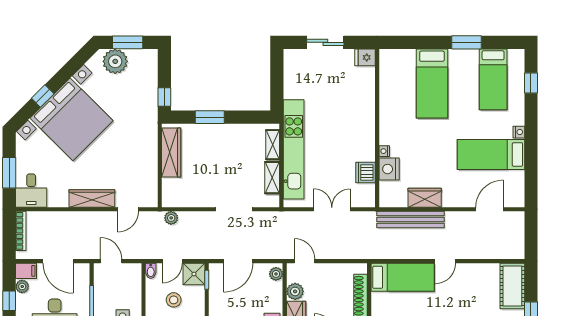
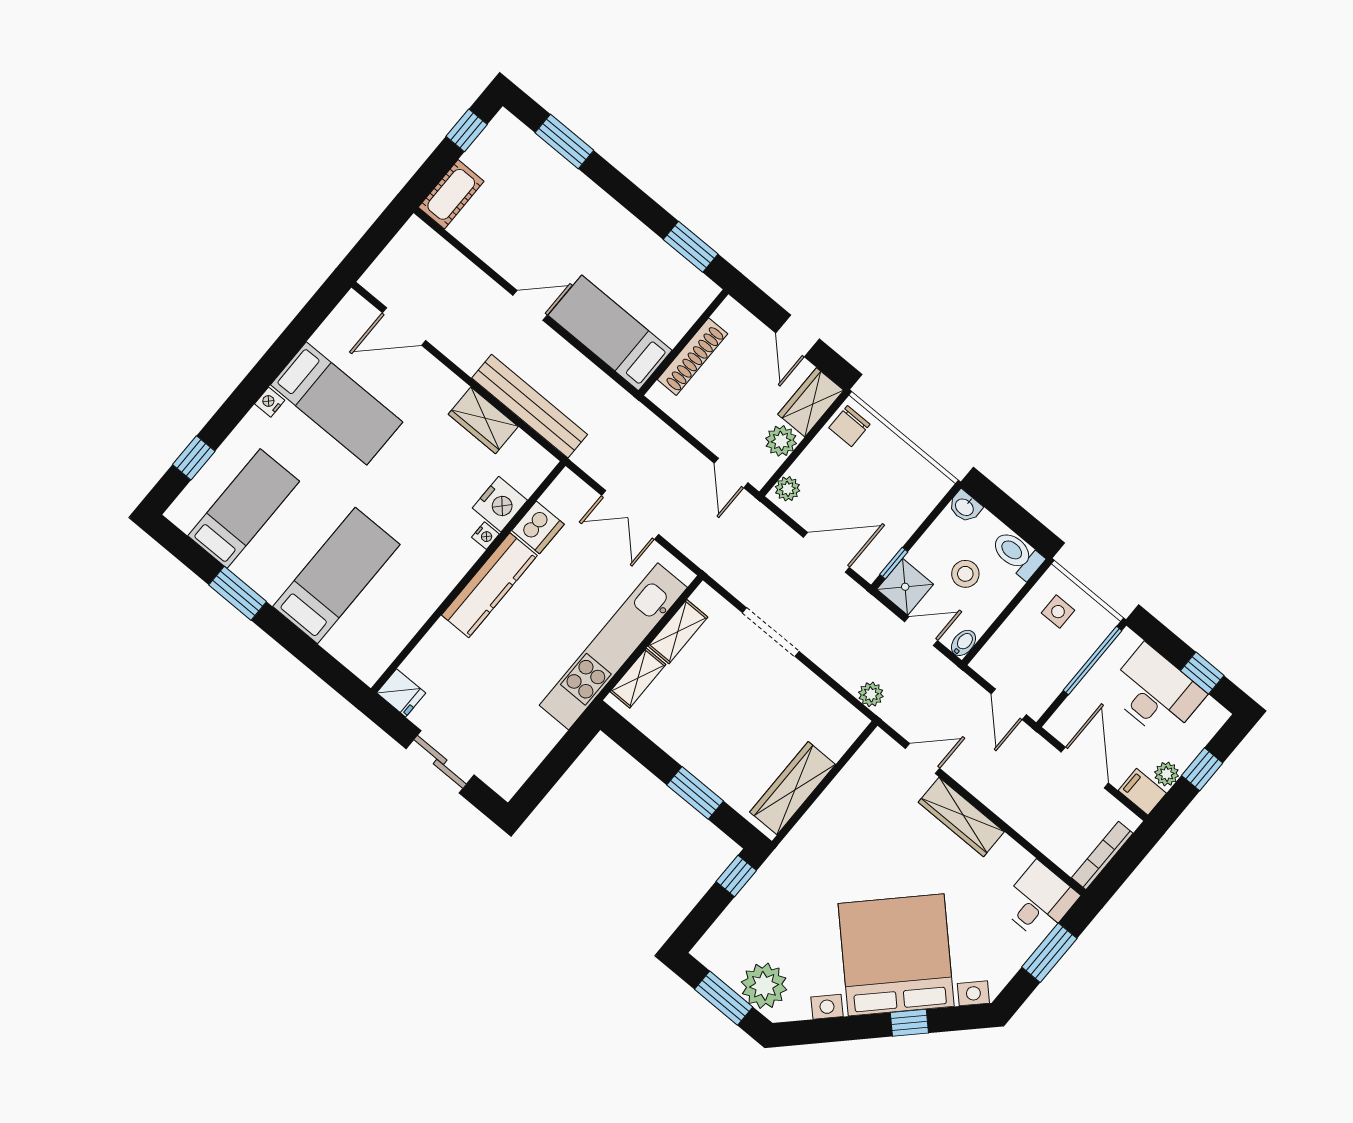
kitchen counter: (366, 132) -> (489, 585), added
cot: (512, 286) -> (451, 194), width x0.73, depth x0.75

